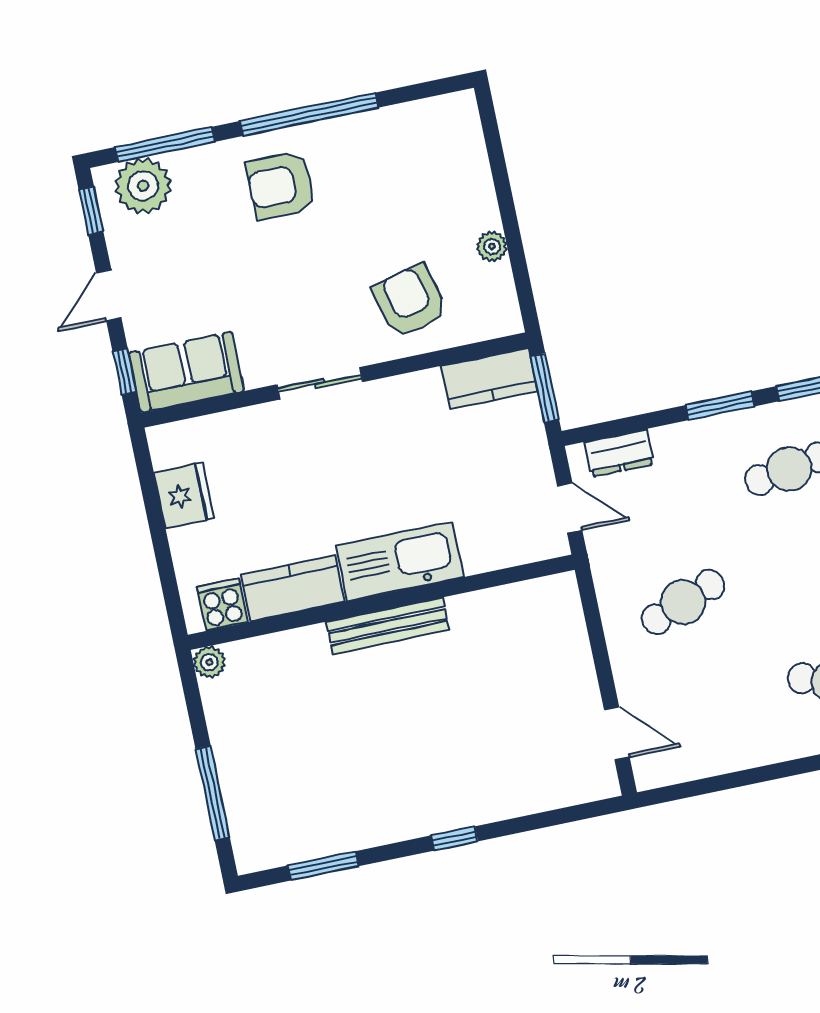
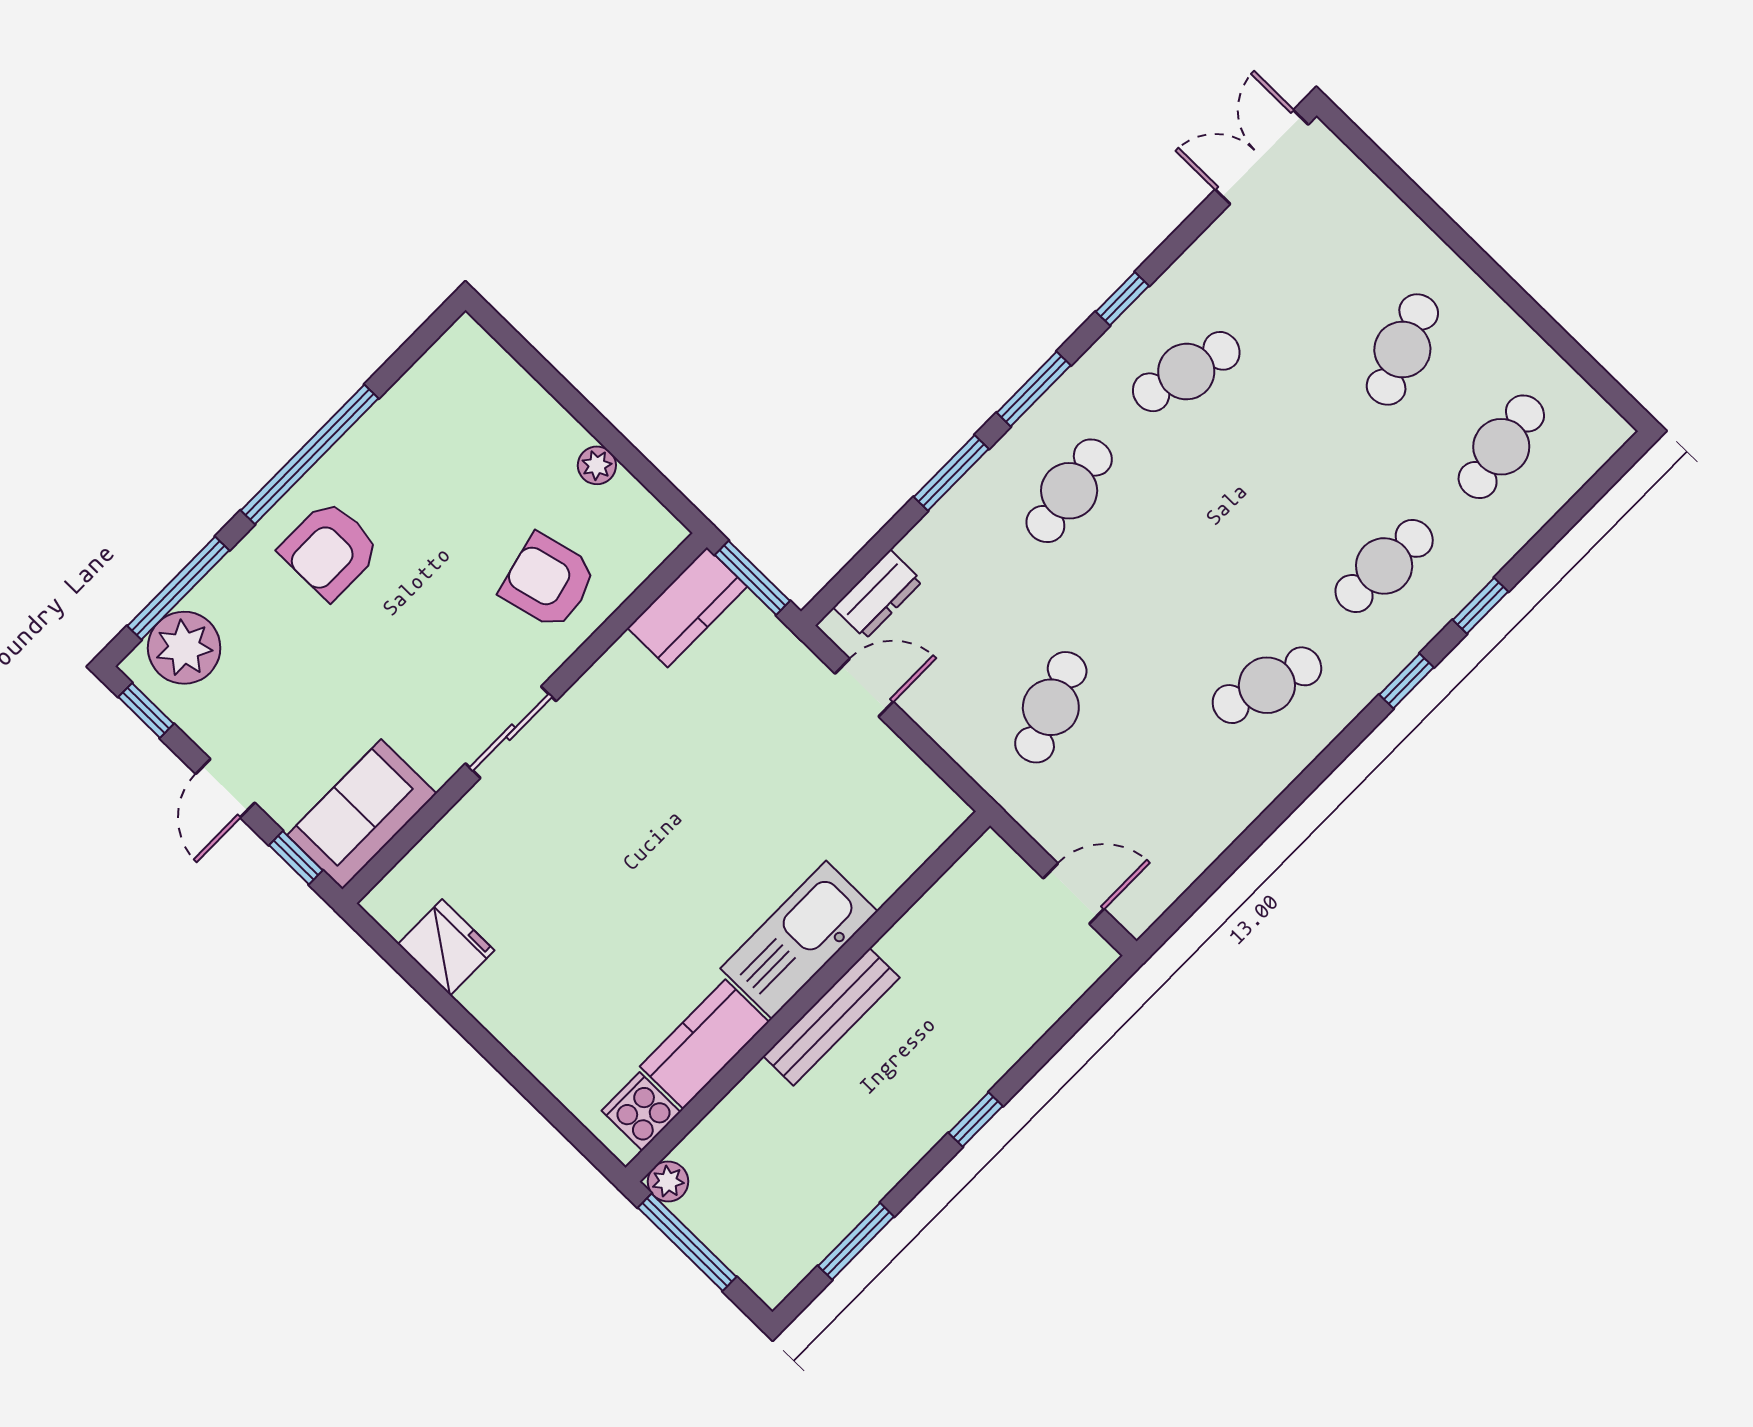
kitchen sink: (400, 561) -> (799, 940), moved
kitchen counter: (293, 588) -> (704, 1044), moved
wall: (381, 602) -> (808, 997), moved
cooker: (222, 605) -> (641, 1111), moved
bench: (388, 626) -> (831, 1017), moved
plant: (209, 662) -> (668, 1181), moved

